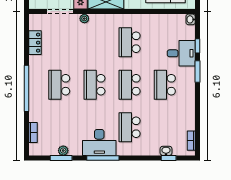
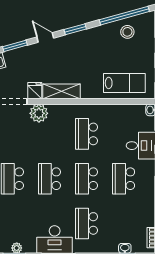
plant: (84, 19) -> (39, 113), width x1.88, depth x1.88

